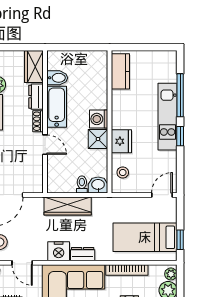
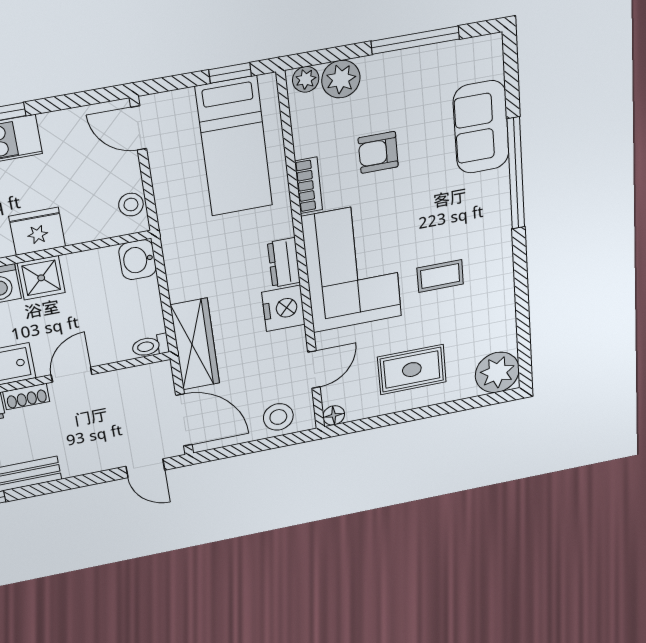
stool: (123, 172) -> (131, 205), moved
toilet: (82, 184) -> (150, 346), moved
wardrobe: (68, 206) -> (195, 344), moved
bookcase: (127, 270) -> (308, 185), width x0.64

